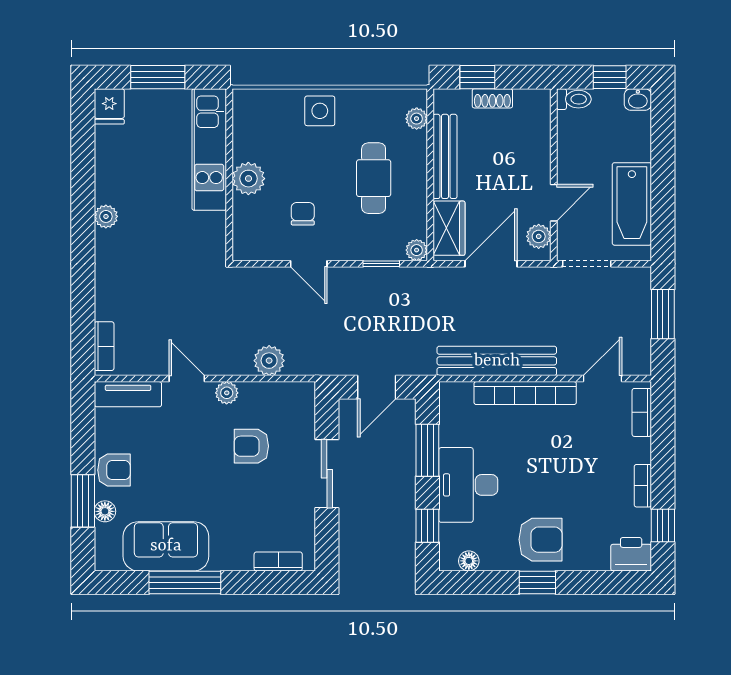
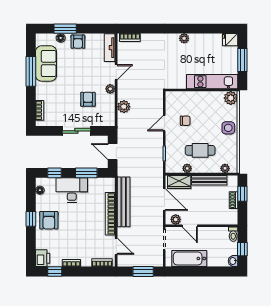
plant: (248, 179) -> (231, 98), moved
plant: (417, 250) -> (187, 168), moved

